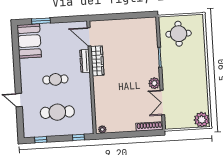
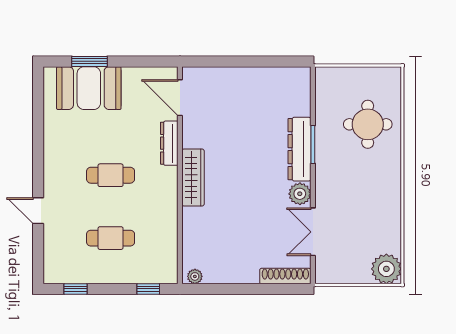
round table: (179, 34) -> (368, 124), moved
booth: (29, 41) -> (89, 88), moved, turned 90
dresser: (153, 60) -> (299, 149), added
wardrobe: (97, 61) -> (193, 178), moved
cafe table: (57, 112) -> (111, 238), width x0.73, depth x0.74

